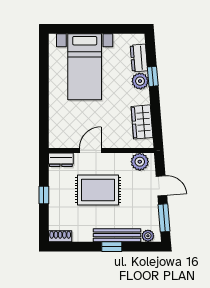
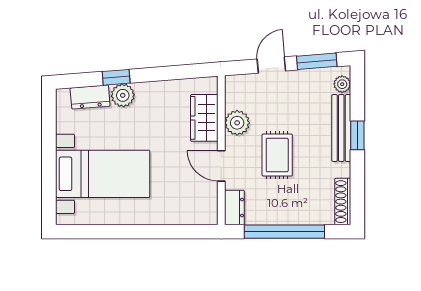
wardrobe: (142, 122) -> (204, 118), moved, turned 95
plant: (140, 162) -> (237, 123), moved
rug: (98, 190) -> (277, 155), width x0.73, depth x0.70
window: (44, 195) -> (284, 232), width x3.17
shoe rack: (60, 236) -> (343, 202), width x1.43

